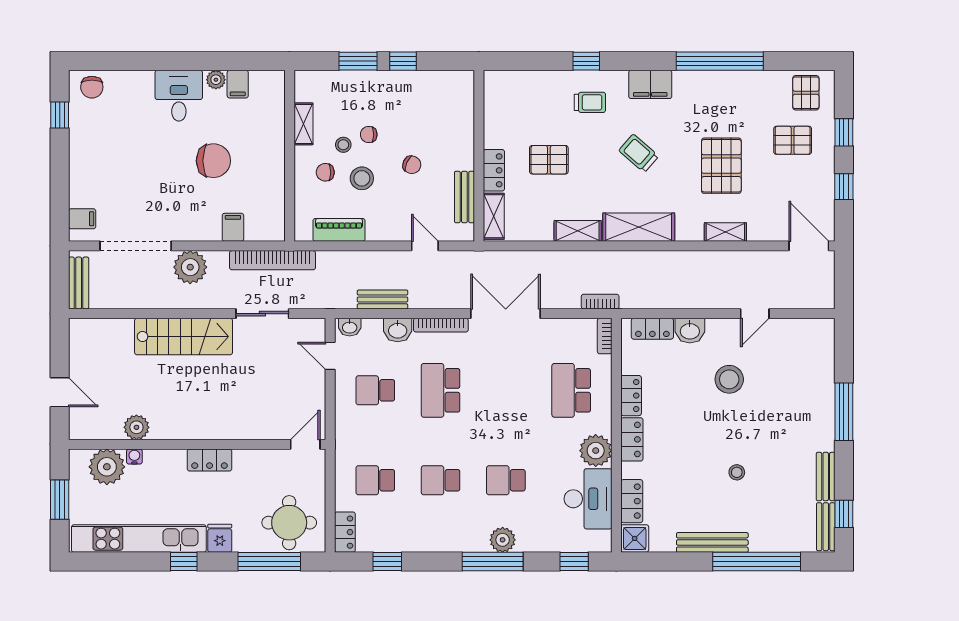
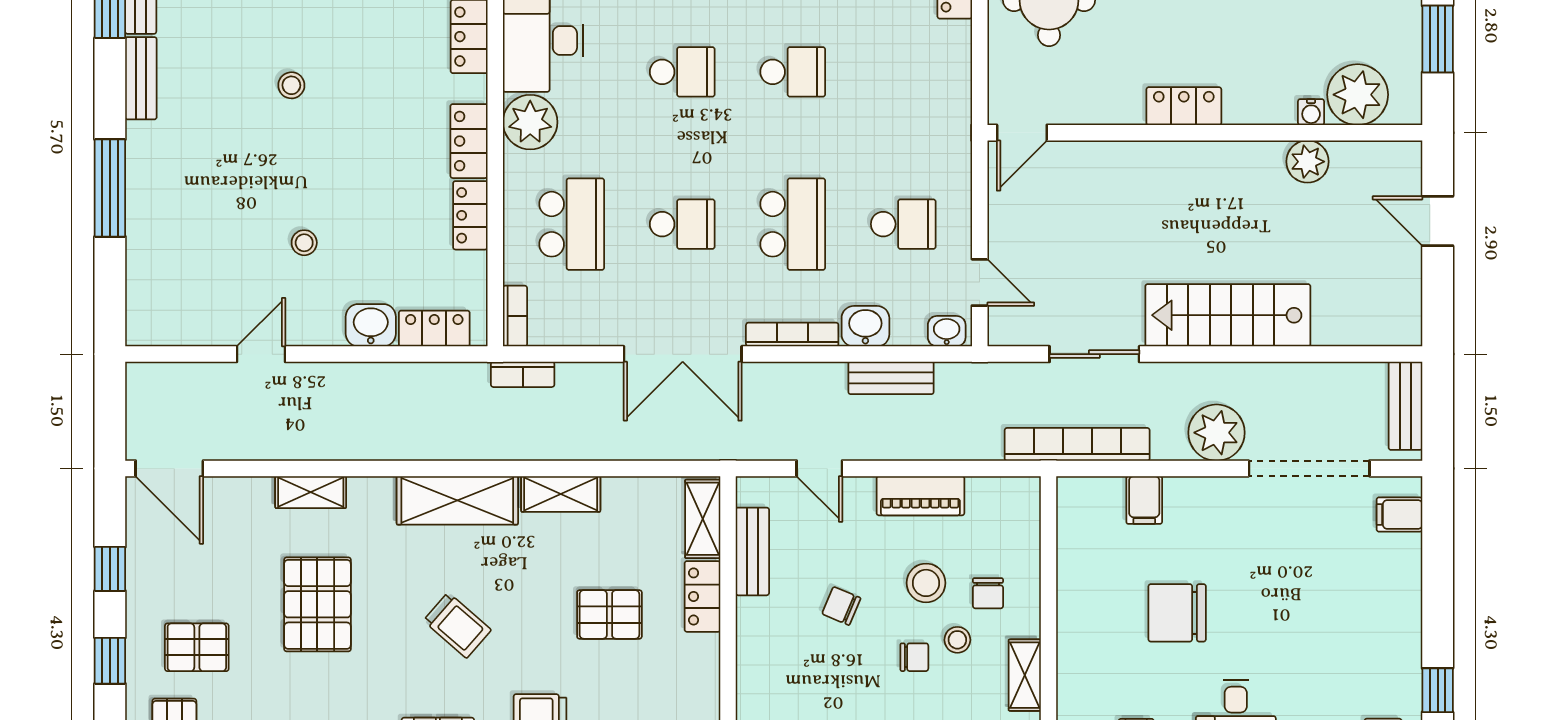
chair: (325, 172) -> (988, 593), turned 90
piano: (339, 230) -> (920, 496), moved
stool: (729, 379) -> (304, 243), width x0.53, depth x0.53
school desk: (375, 480) -> (682, 224), moved

